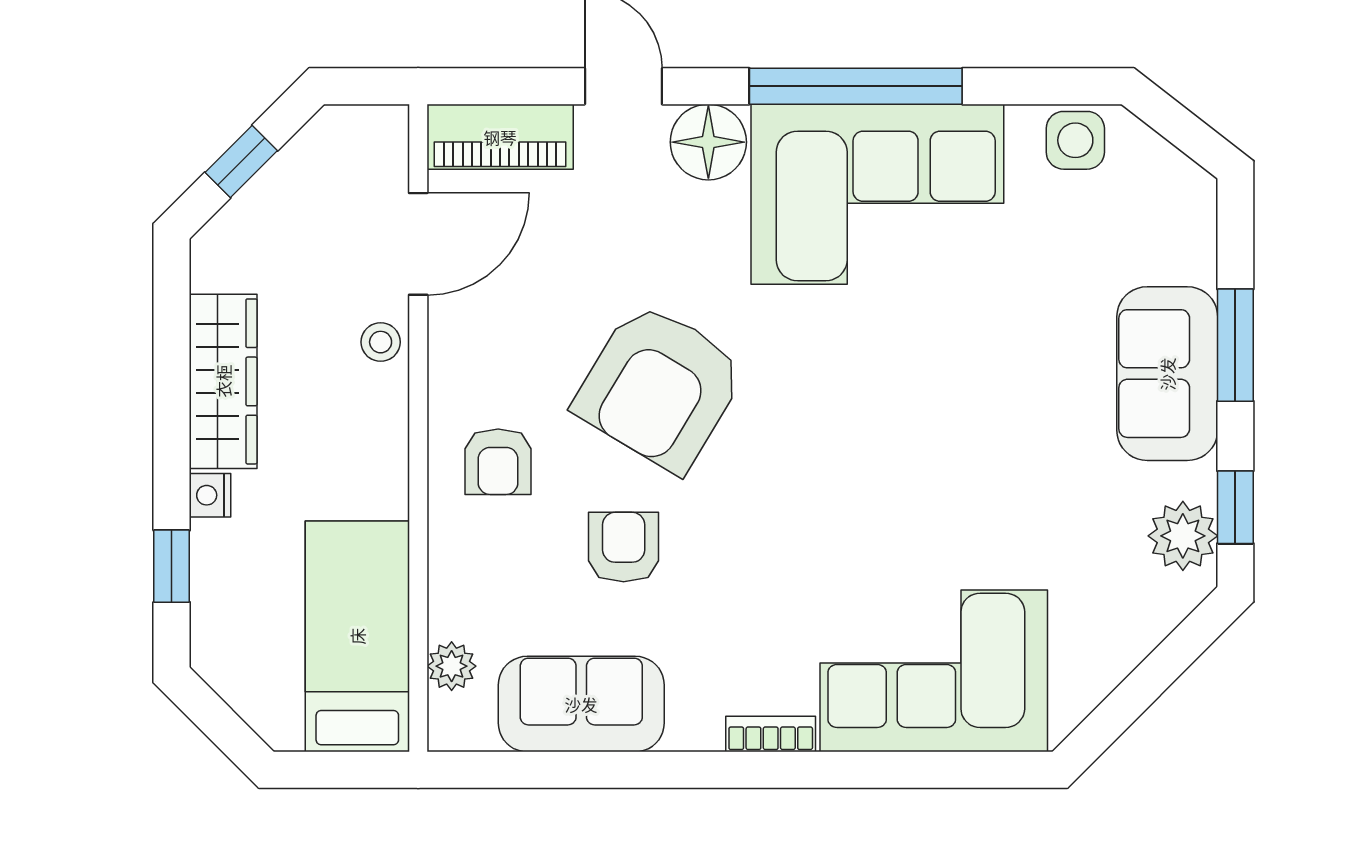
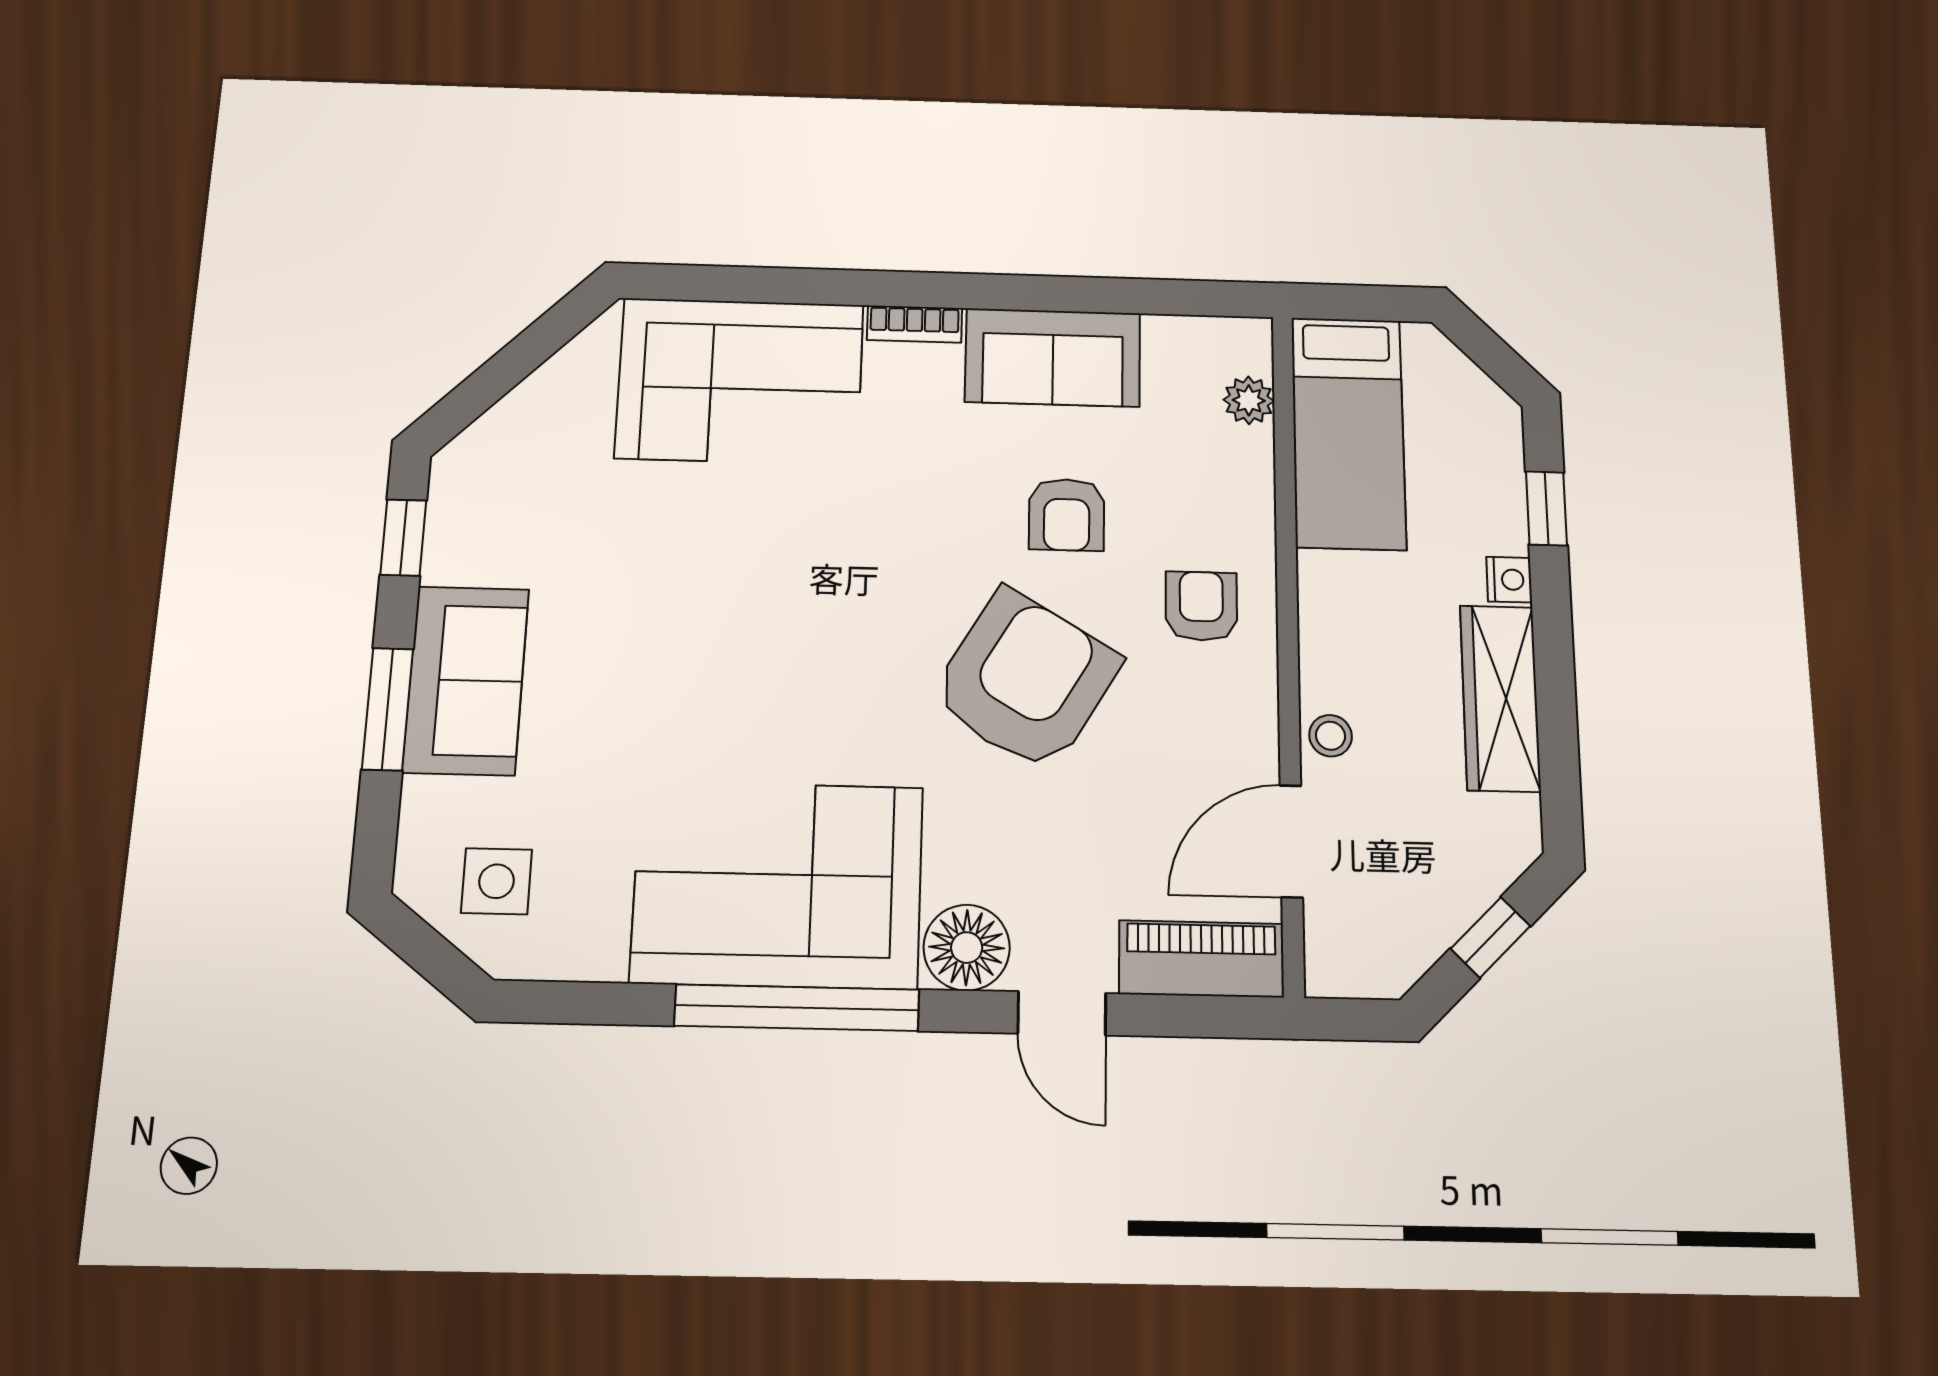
side table: (1075, 140) -> (497, 881), moved
plant: (1183, 536) -> (463, 510), removed
sofa: (581, 704) -> (1053, 357), moved

